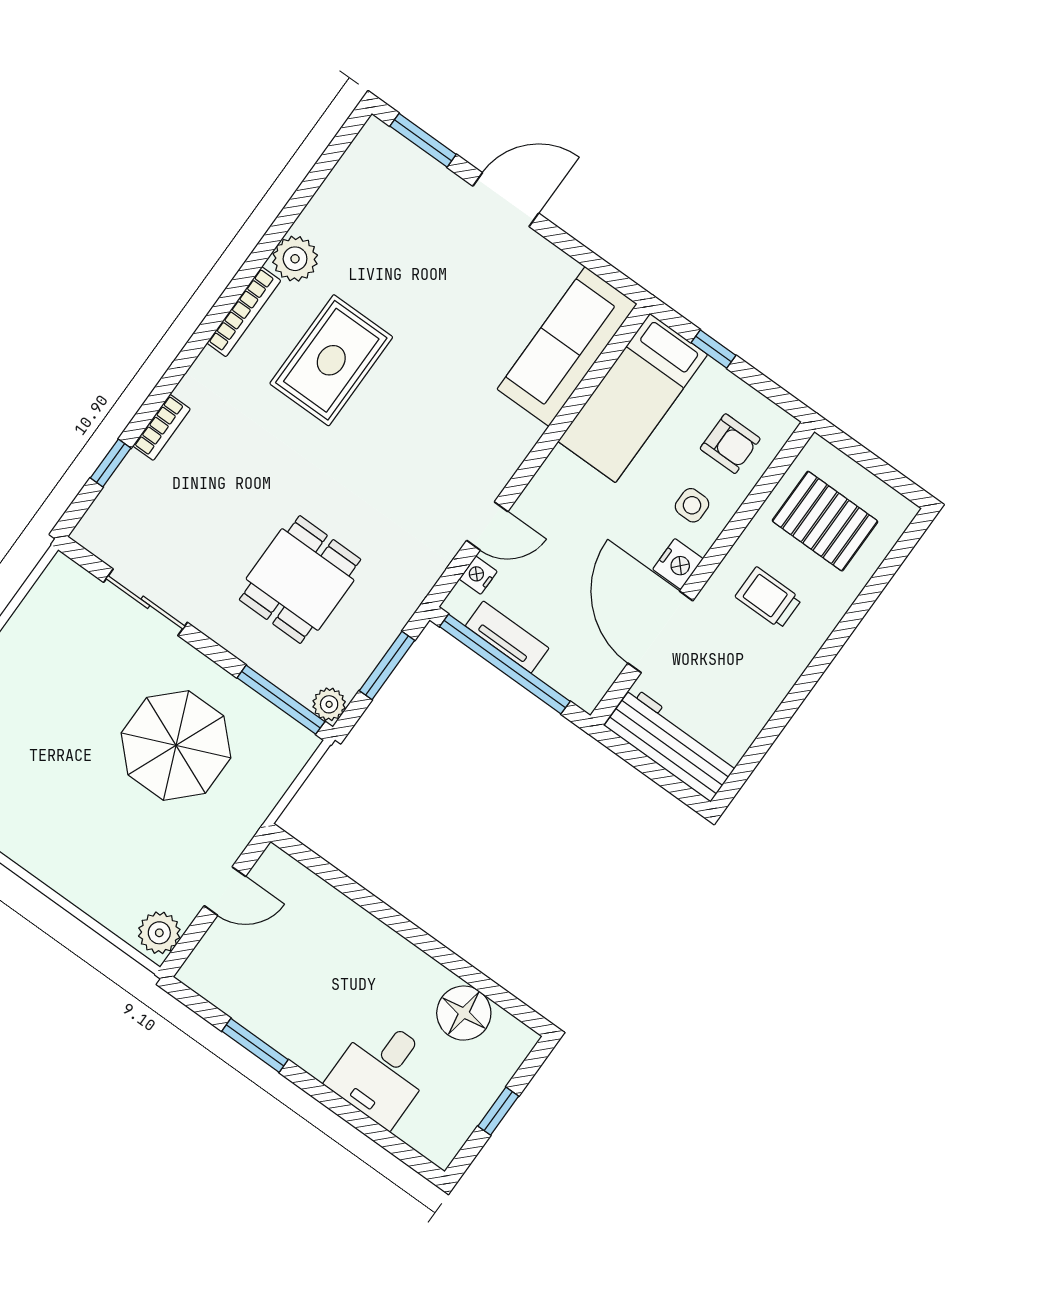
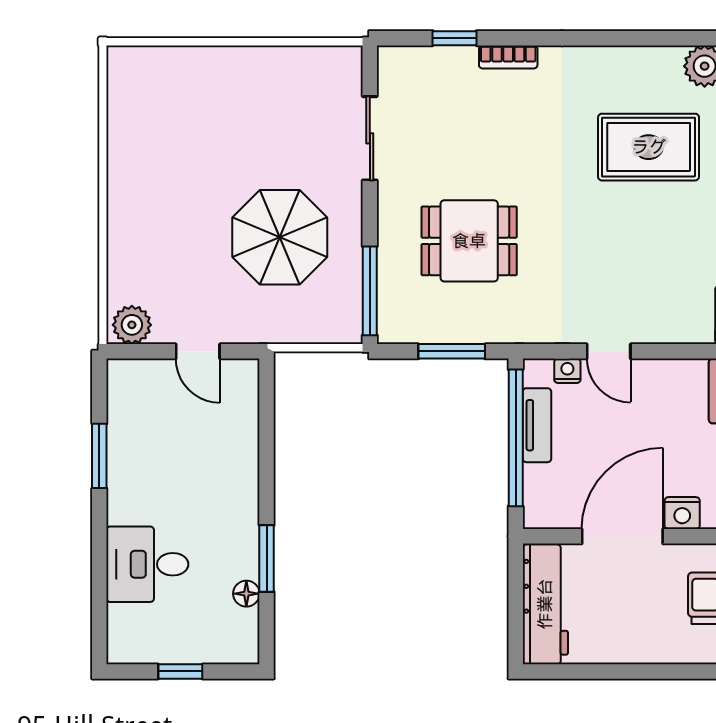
bookcase: (244, 312) -> (638, 56), removed
plant: (329, 704) -> (392, 329), removed
window: (453, 962) -> (267, 559), added
floor lamp: (464, 1013) -> (246, 594), width x0.53, depth x0.53

